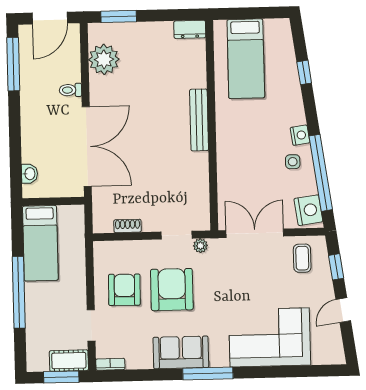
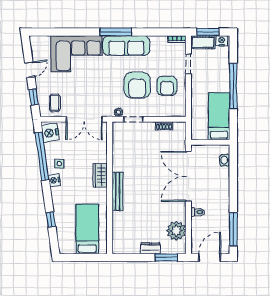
dresser: (190, 29) -> (150, 248), moved
wardrobe: (227, 144) -> (100, 175), added
sofa: (181, 352) -> (126, 46), width x1.36
nightstand: (39, 363) -> (222, 41), added

